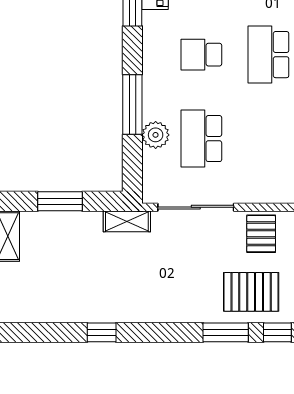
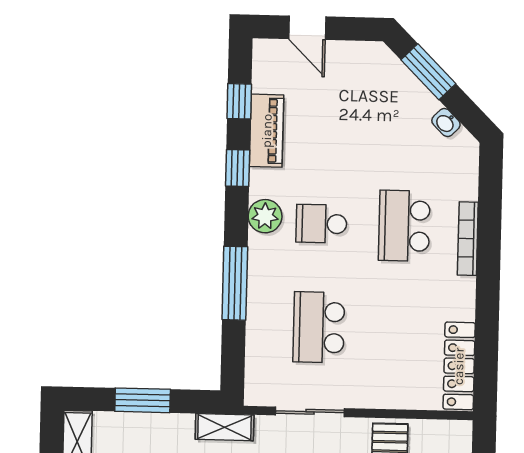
plant: (156, 135) -> (265, 216), moved
sliding door: (196, 207) -> (310, 412), width x0.73

